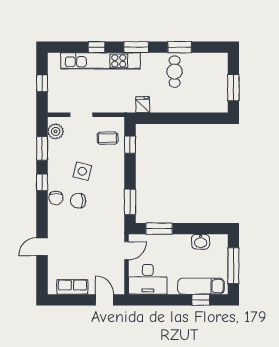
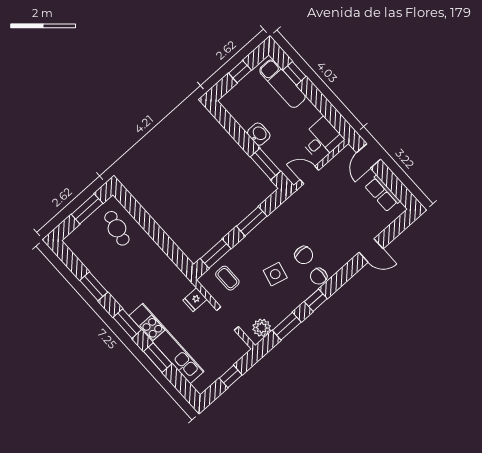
window: (97, 47) -> (158, 358), width x1.50
cafe table: (175, 72) -> (117, 228), moved, turned -76
fridge: (143, 105) -> (195, 300), moved
window: (130, 145) -> (216, 254), width x1.50
chair: (56, 198) -> (319, 276), turned 180
window: (130, 202) -> (252, 221), moved
washbasin: (201, 242) -> (259, 134), moved
window: (233, 266) -> (240, 72), width x0.46
desk: (148, 279) -> (322, 139), width x0.73

